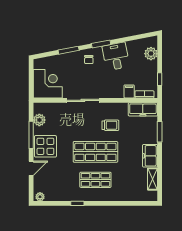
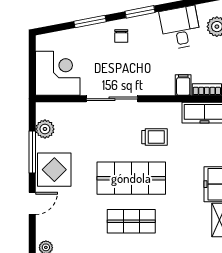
desk: (116, 56) -> (180, 28), moved

